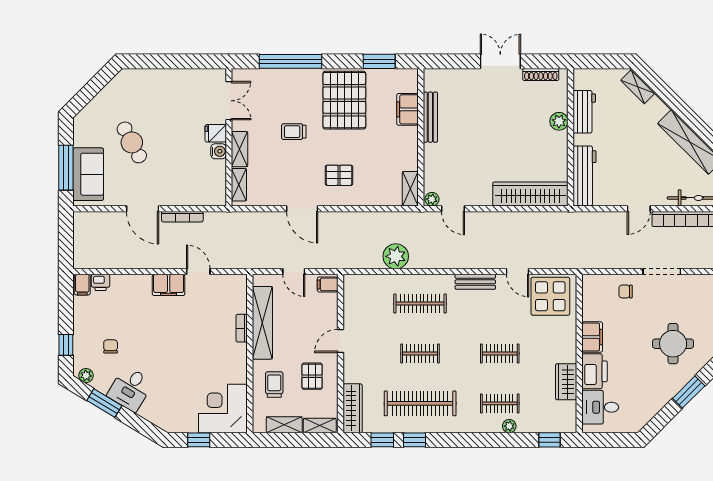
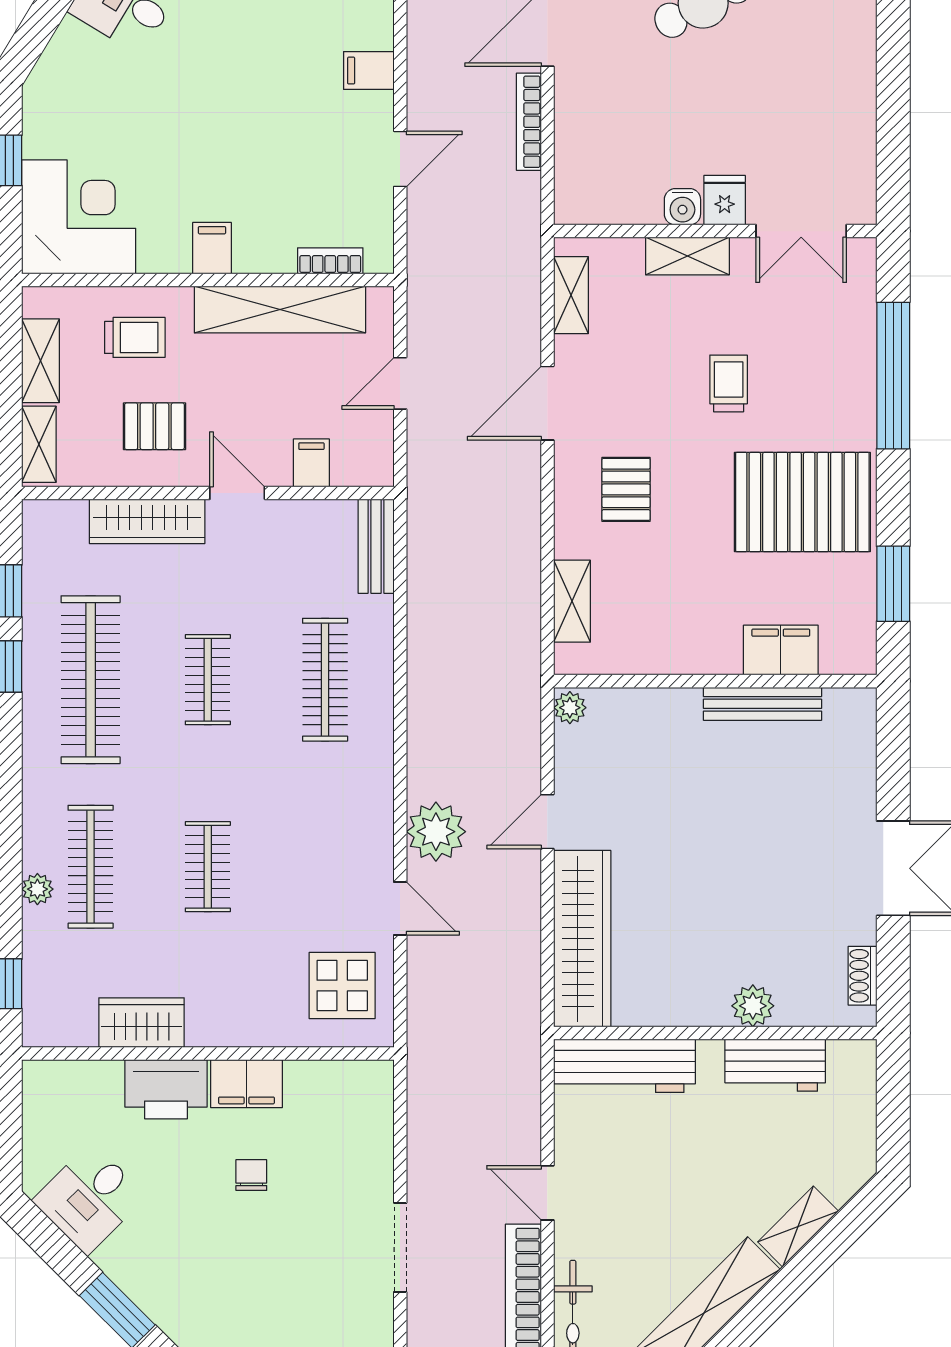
shoe rack: (541, 75) -> (863, 976), width x0.70
shelving: (638, 87) -> (798, 1227), moved
shelving: (239, 185) -> (571, 295), moved, turned 90
shelving: (410, 189) -> (572, 601), moved, turned 90
door: (453, 209) -> (547, 822), moved
plant: (396, 256) -> (436, 832), moved
door: (518, 272) -> (400, 909), swing flipped
bench: (475, 282) -> (376, 546), moved
filing cabinet: (328, 284) -> (311, 463), moved
filing cabinet: (169, 285) -> (369, 71), width x0.50
chair: (626, 291) -> (251, 1175), moved
display table: (550, 296) -> (342, 986), width x0.73, depth x0.73
bookcase: (242, 328) -> (330, 261), moved
round table: (673, 344) -> (231, 1273), removed
filing cabinet: (236, 352) -> (212, 248), added
clothes rail: (500, 403) -> (91, 867), width x1.36
desk: (600, 407) -> (89, 1198), moved, turned -135
wardrobe: (353, 408) -> (147, 521), moved

